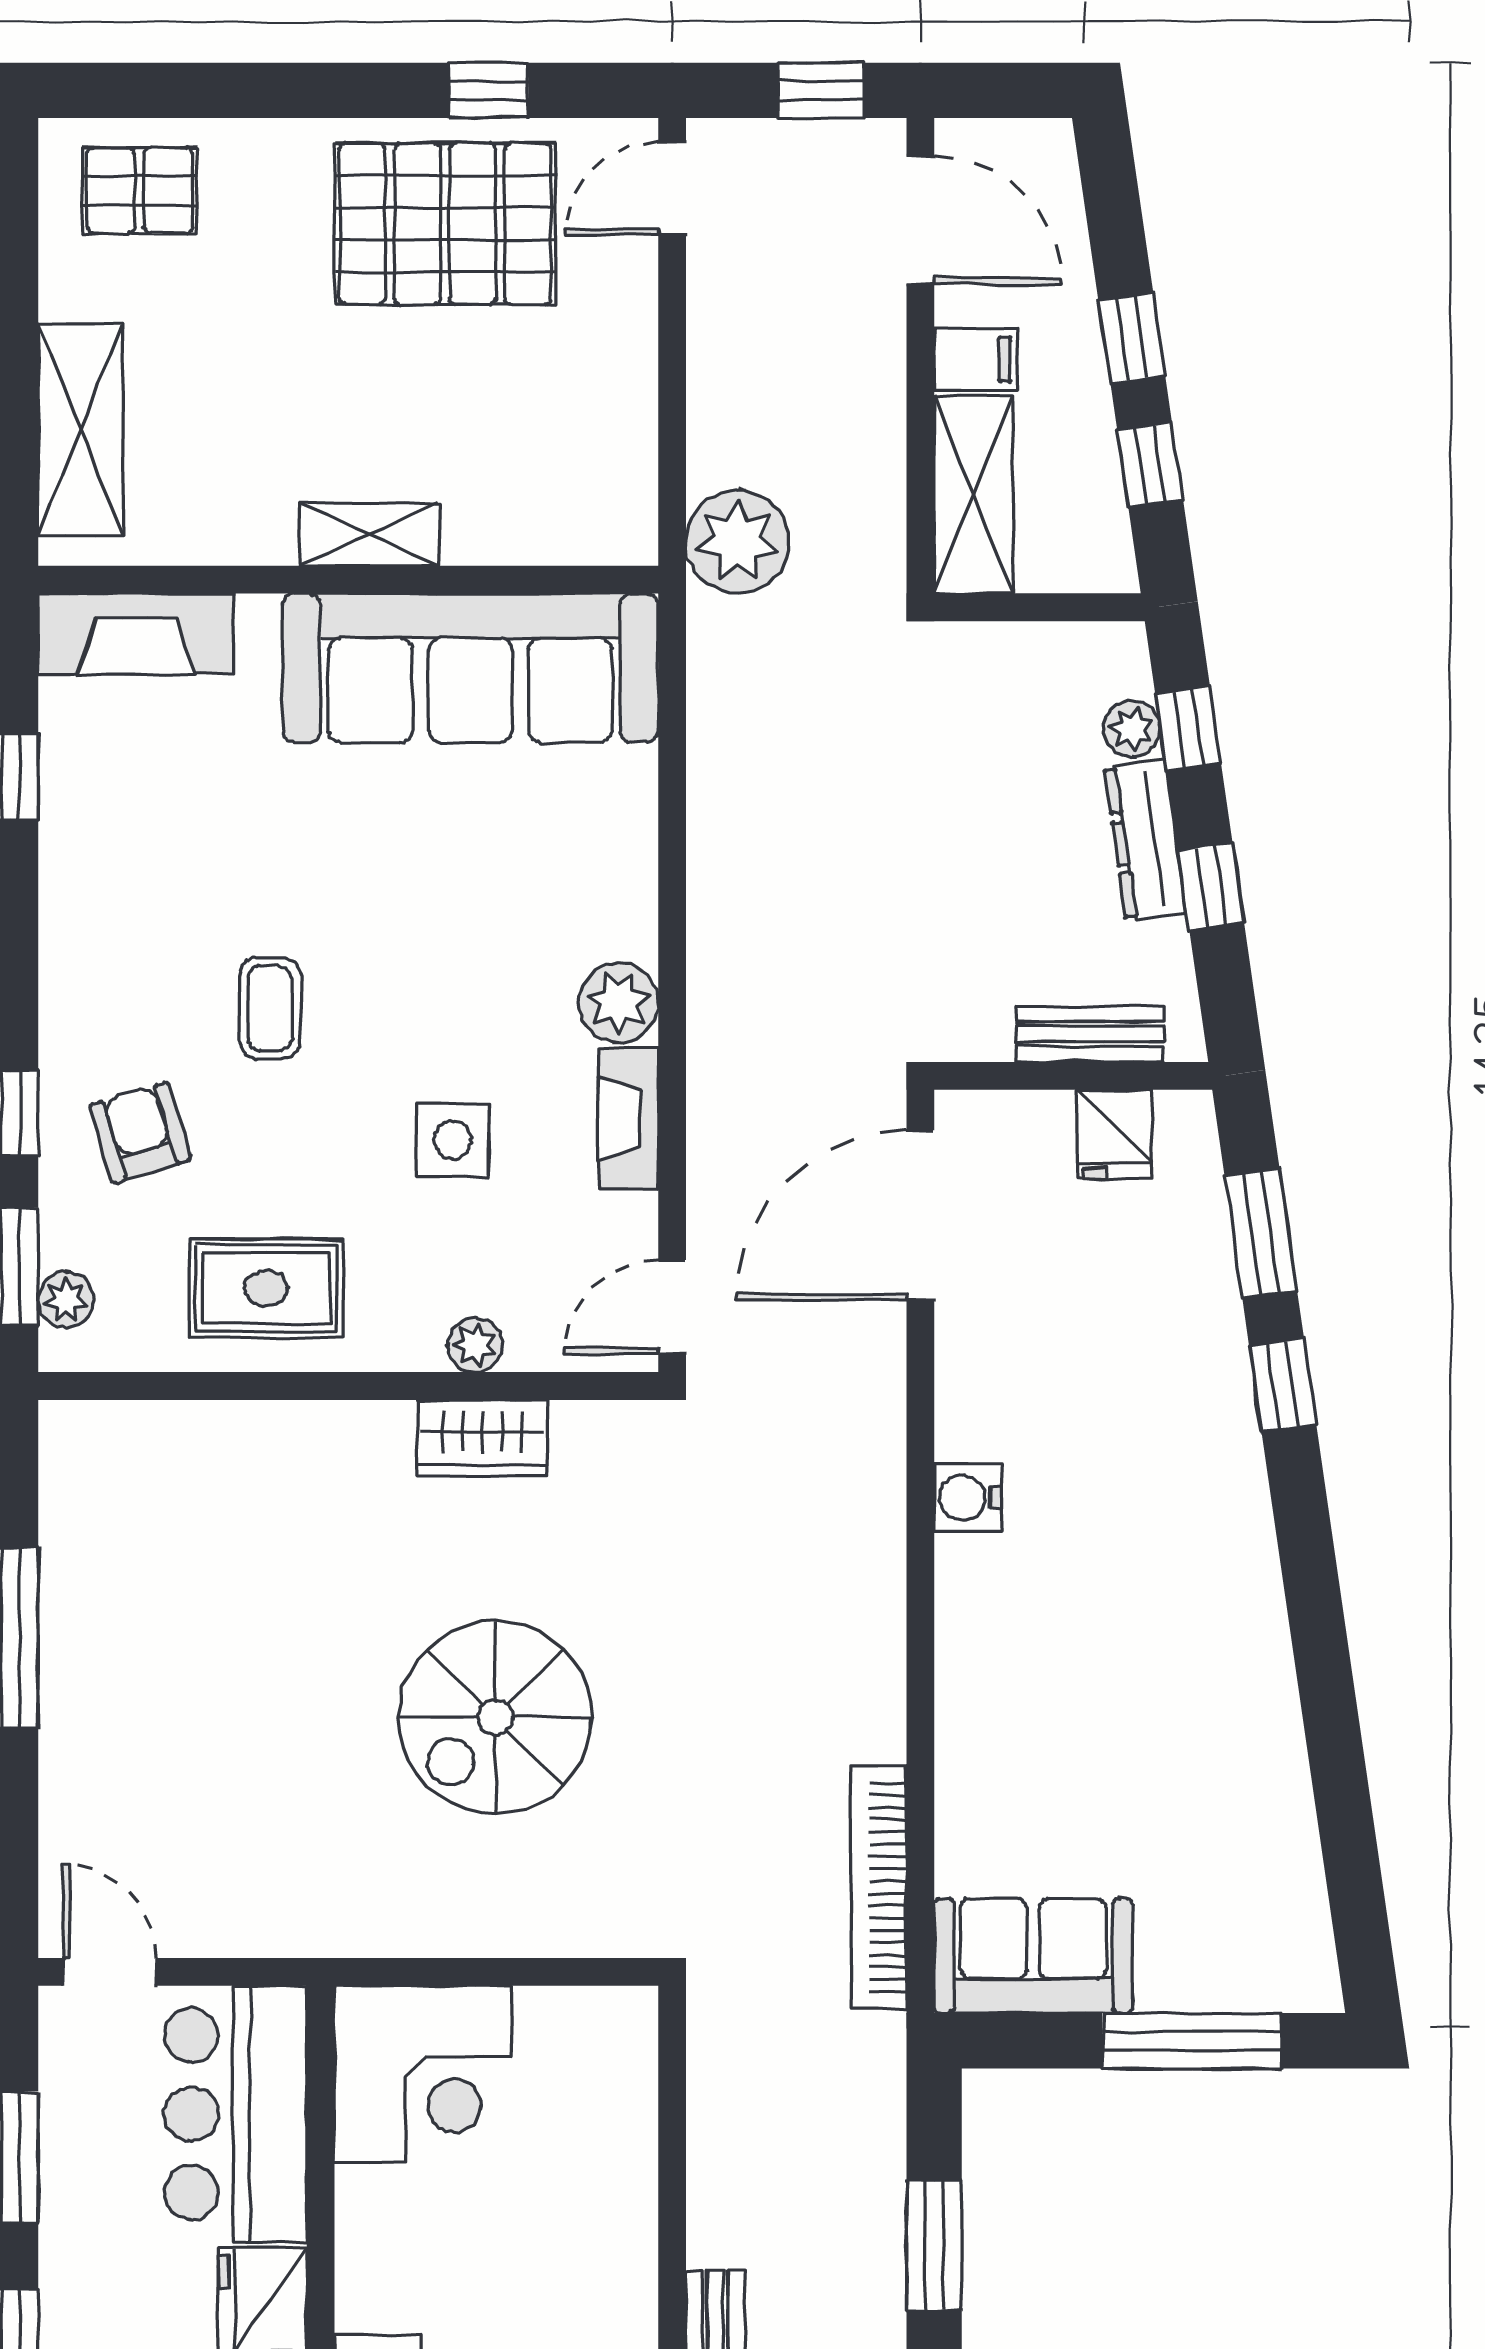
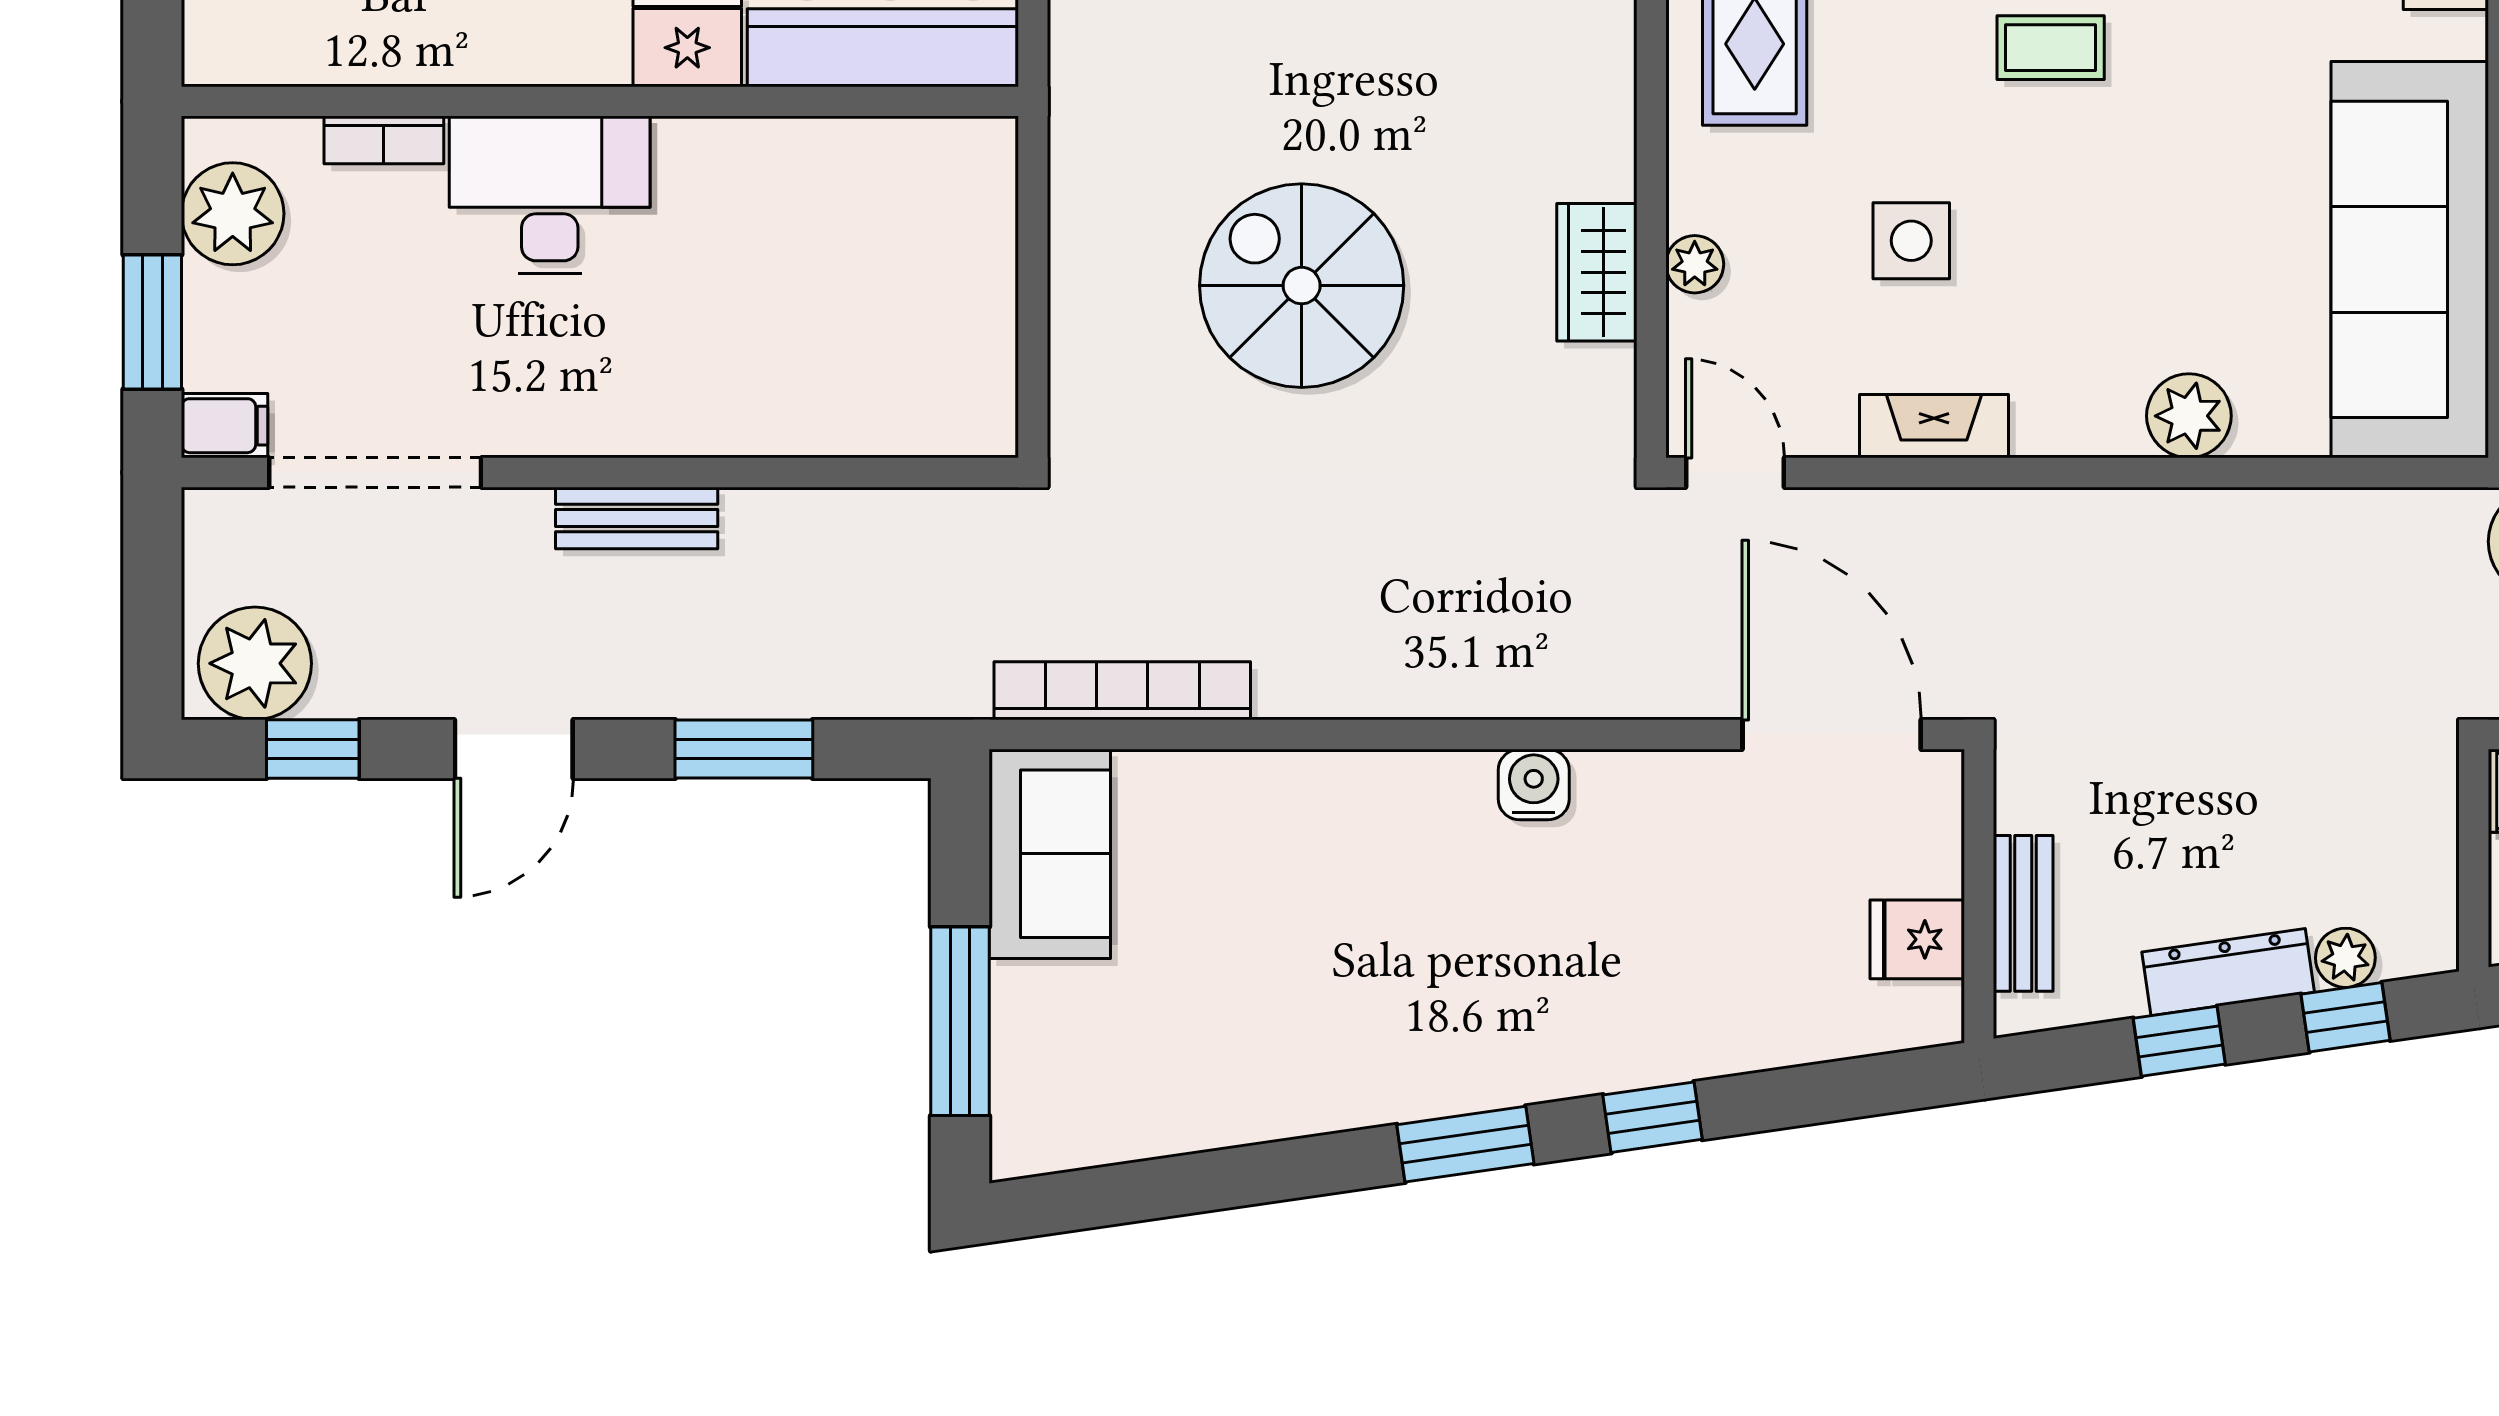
plant: (618, 1003) -> (2189, 416), moved
window: (1261, 1233) -> (1465, 1144), moved
corner desk: (423, 2074) -> (925, 209), removed

